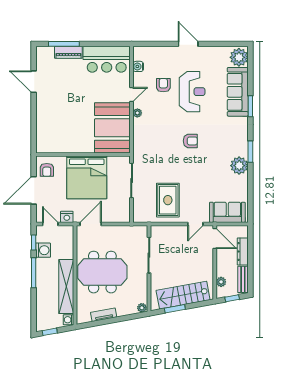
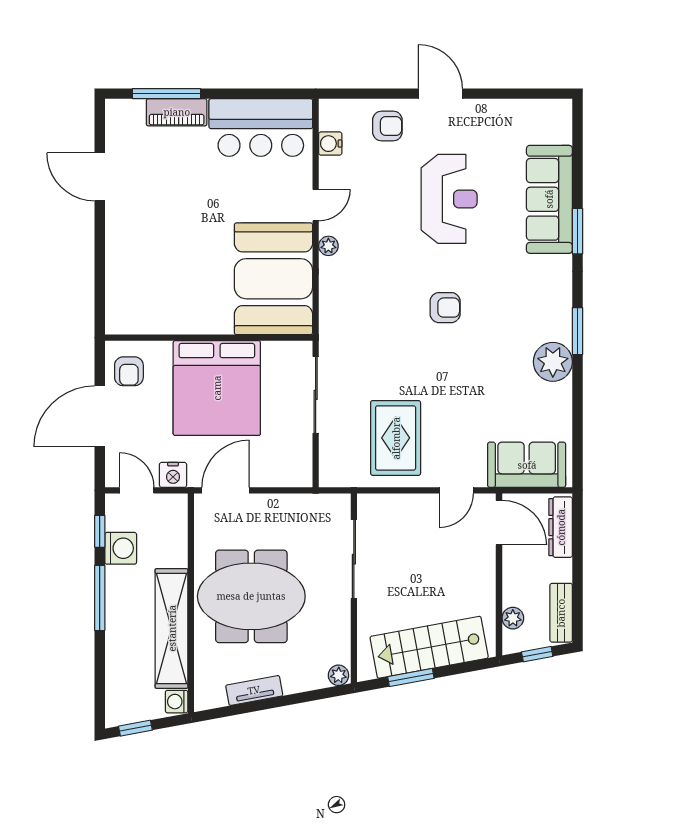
plant: (239, 57) -> (552, 123), removed
armchair: (163, 85) -> (387, 126), moved, turned 90
dresser: (243, 251) -> (561, 527), moved

